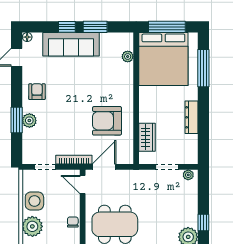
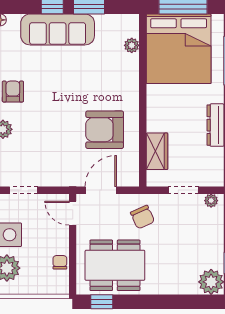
bookcase: (74, 160) -> (61, 181), removed
chair: (136, 188) -> (142, 217), added

